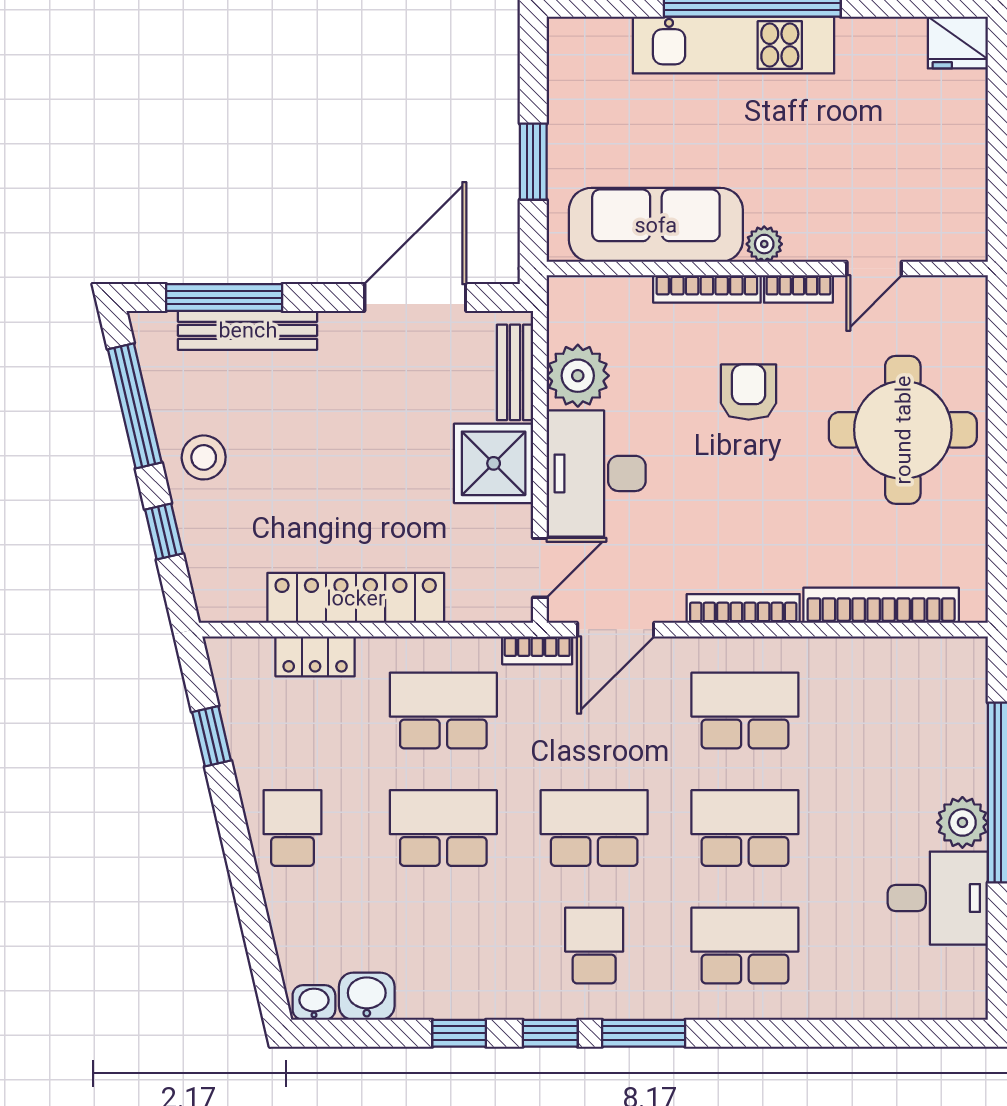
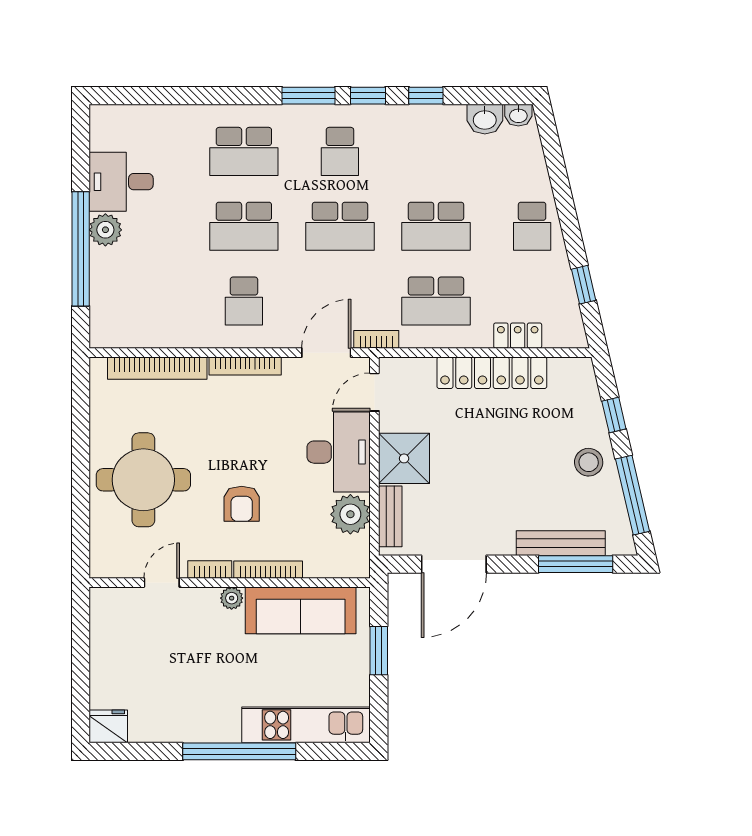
kitchen unit: (733, 45) -> (306, 725), moved
school desk: (745, 711) -> (244, 301), width x0.54

